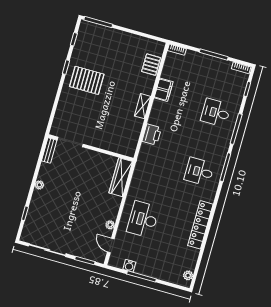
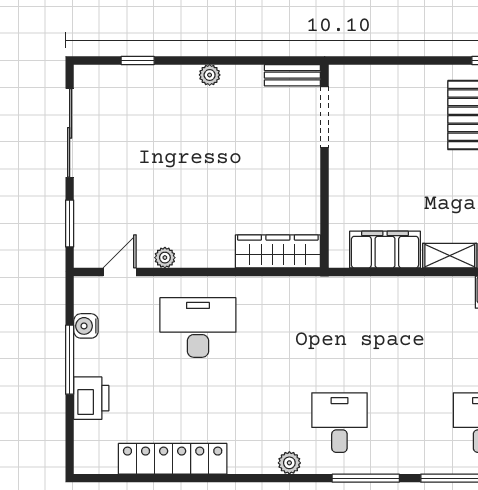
filing cabinet: (132, 132) -> (385, 250), added
printer: (152, 134) -> (91, 398), moved, turned -90
locker: (200, 225) -> (173, 459), moved
plant: (188, 275) -> (289, 463), moved

